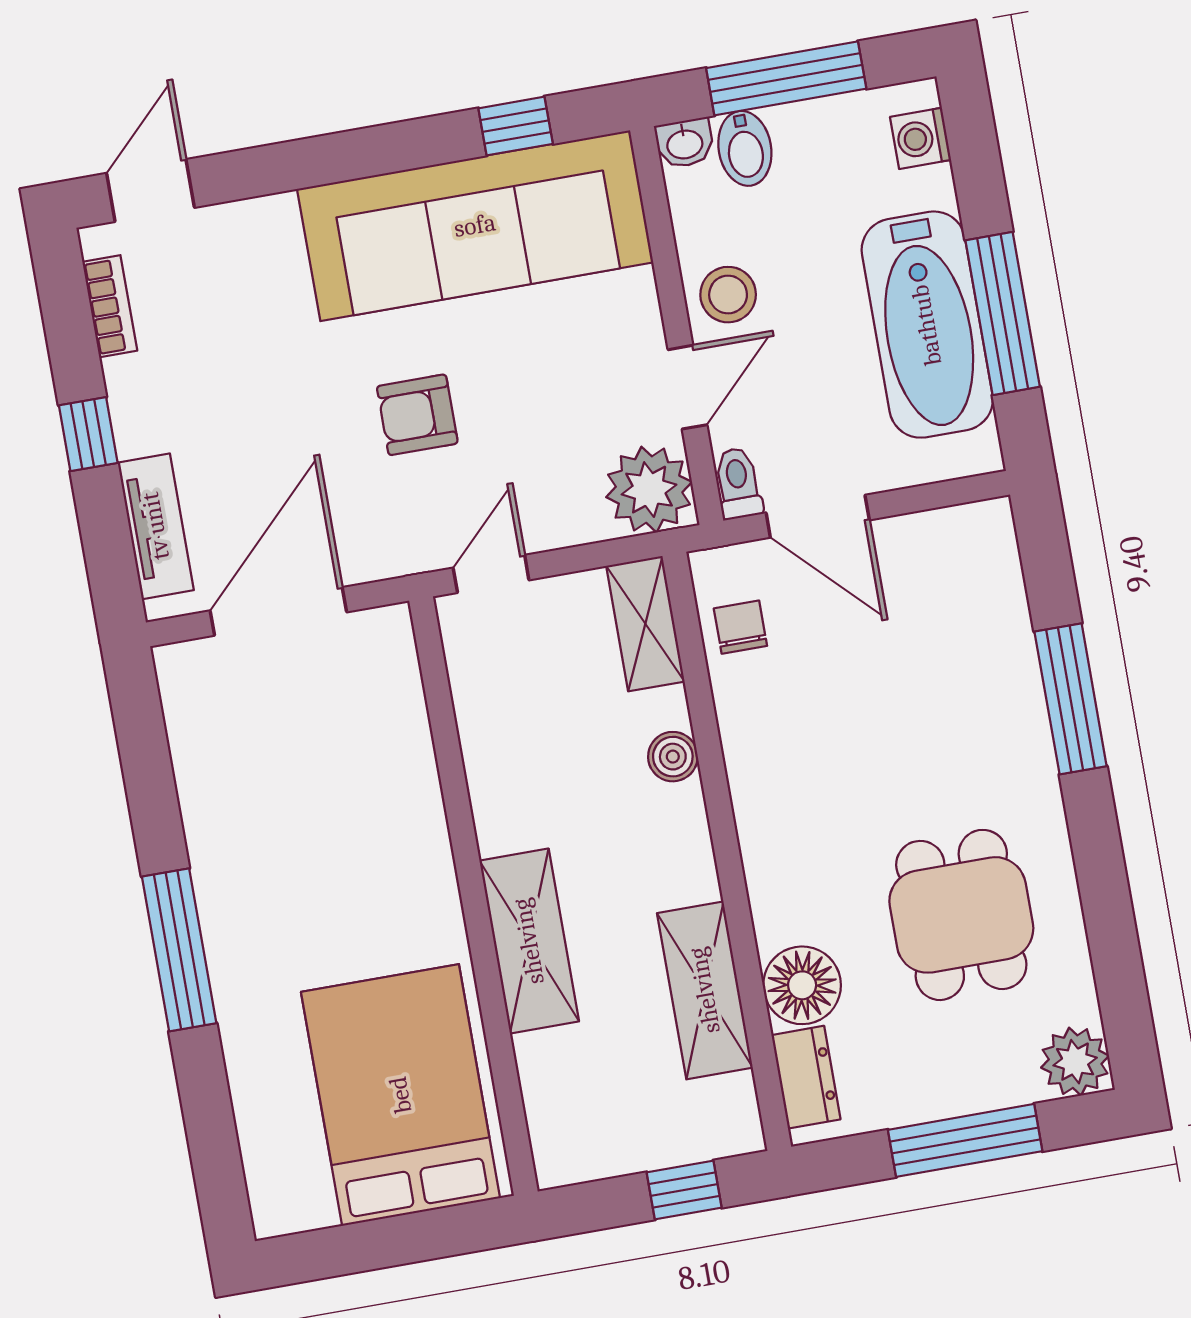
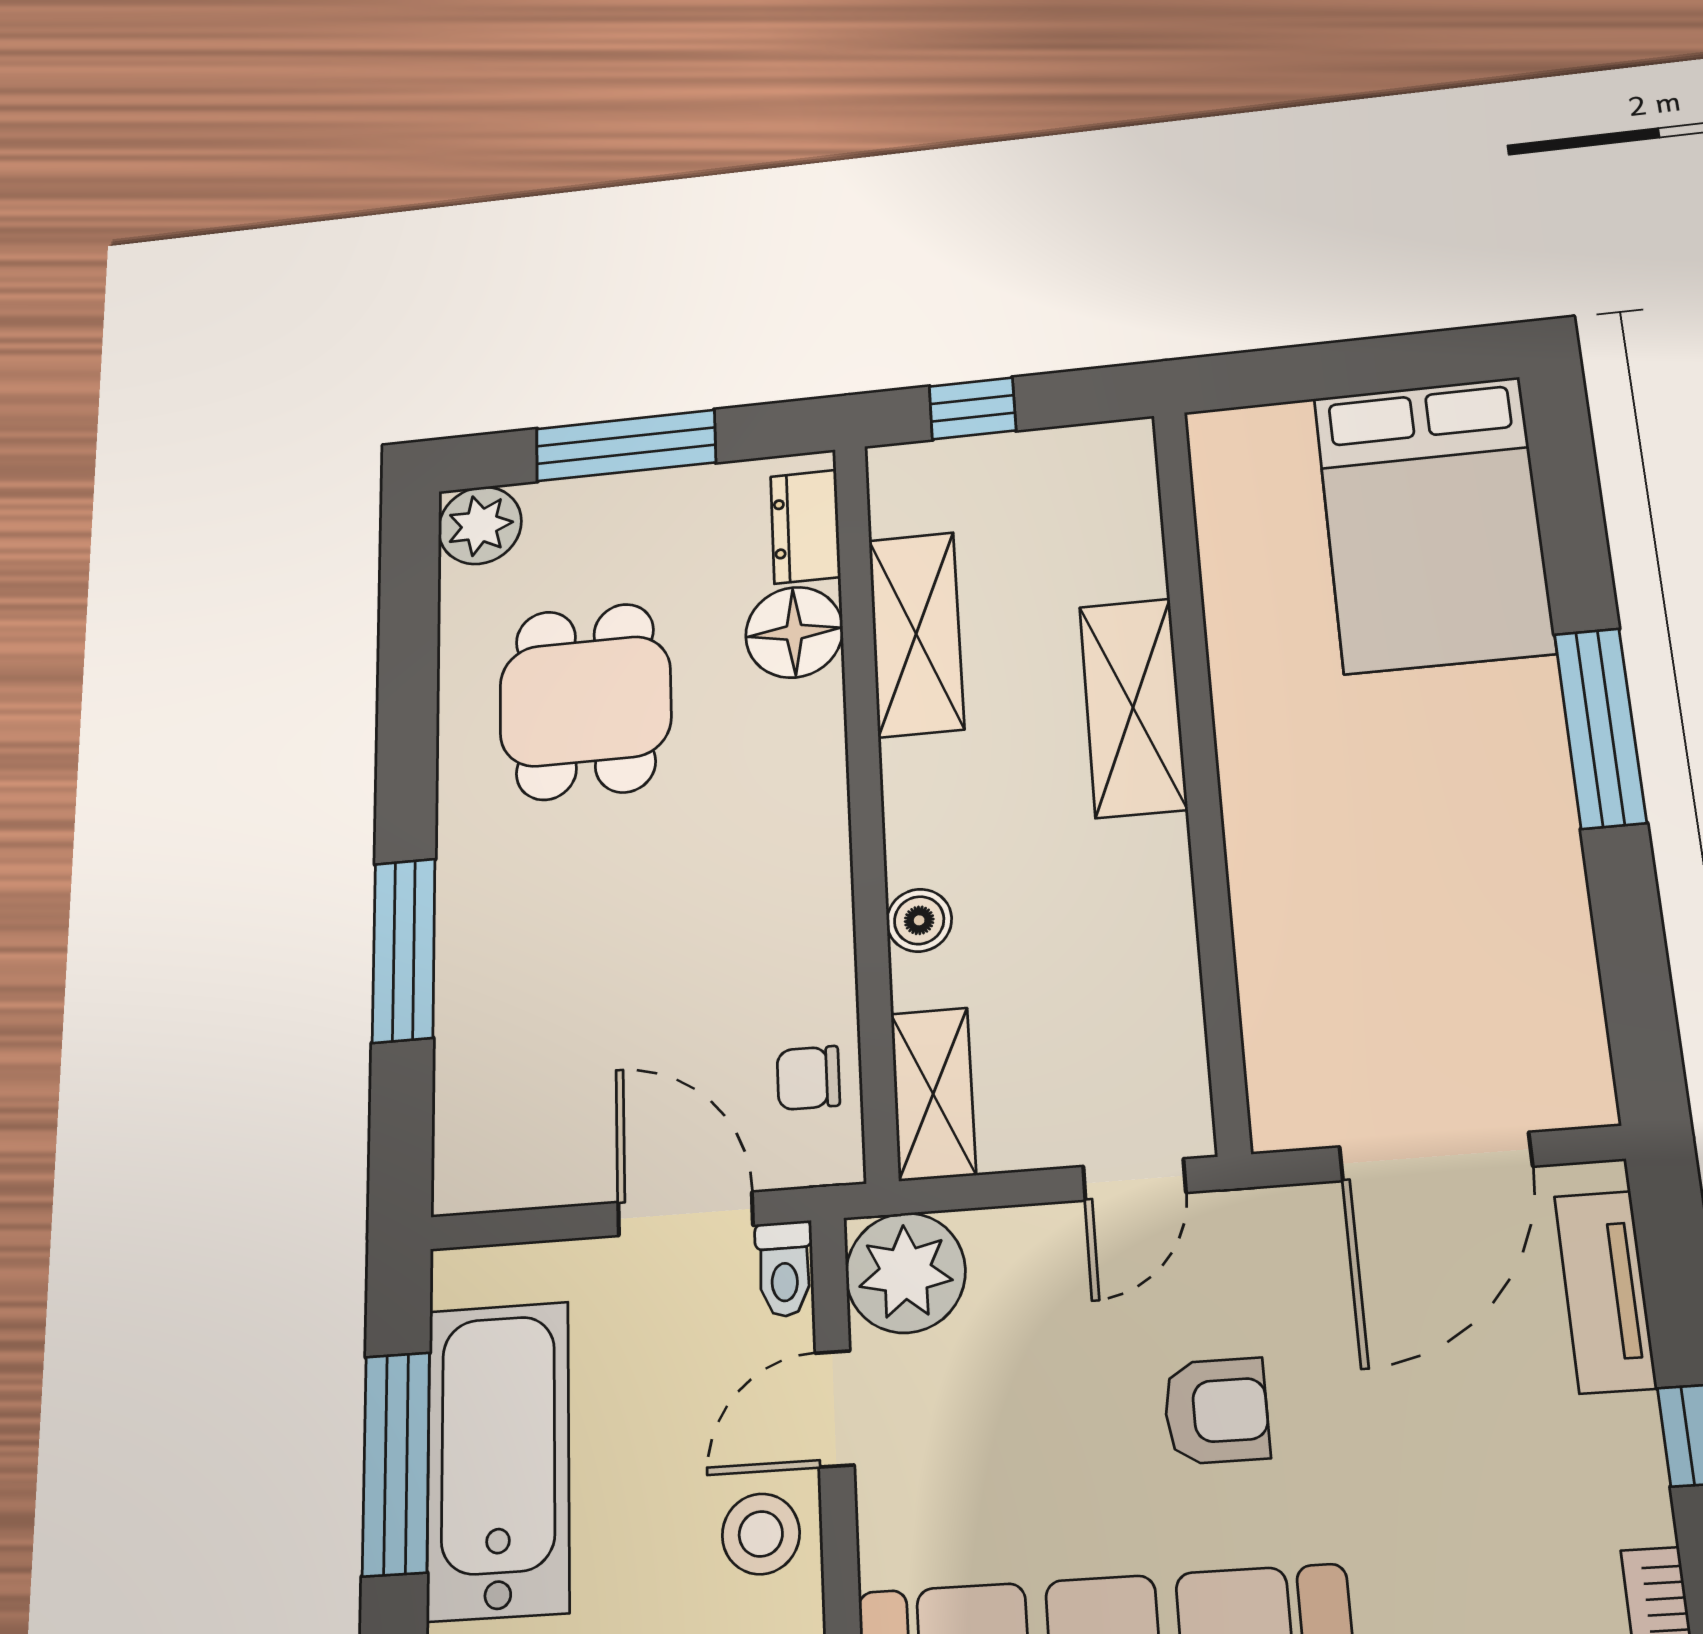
chair: (740, 627) -> (808, 1078), turned 90
bed: (401, 1095) -> (1433, 524), moved

